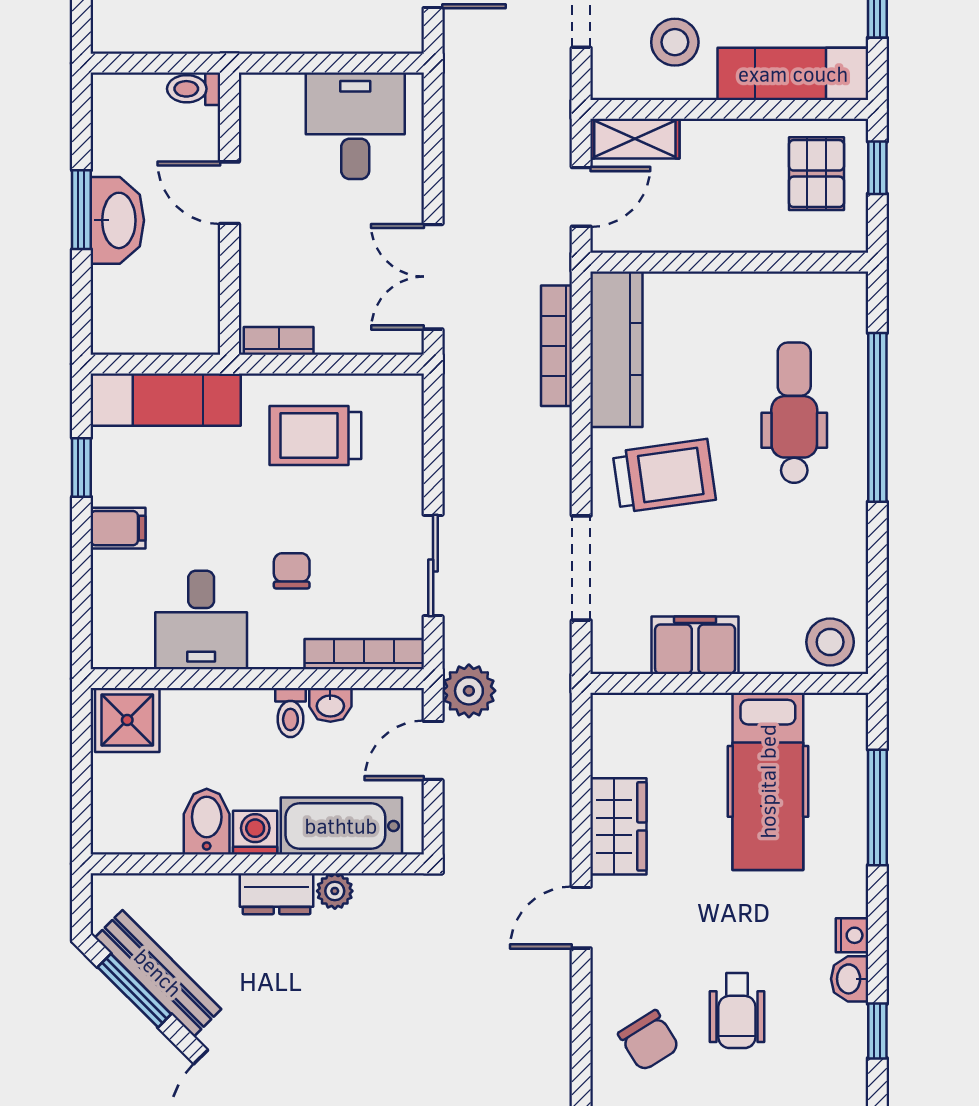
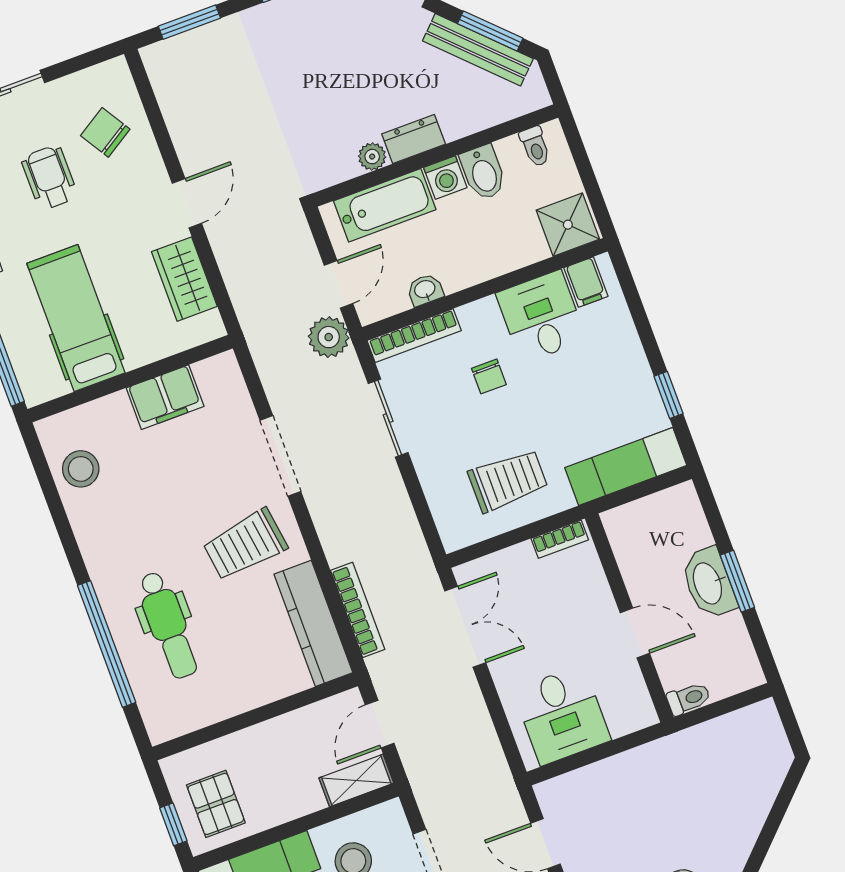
filing cabinet: (118, 528) -> (586, 282), moved, turned -90
filing cabinet: (695, 645) -> (165, 397), moved
wall: (729, 683) -> (130, 379), moved
toilet: (290, 713) -> (535, 146), moved, turned 180
hospital bed: (768, 781) -> (76, 318), moved

